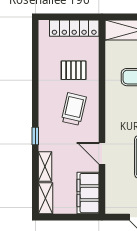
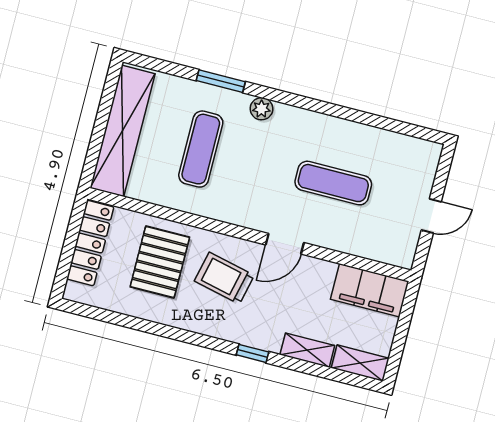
pallet: (74, 70) -> (160, 262), width x1.50, depth x1.42
door: (102, 153) -> (285, 244), moved

